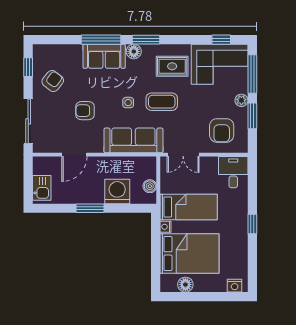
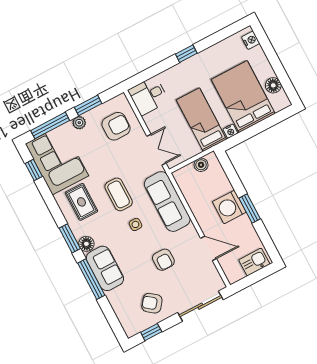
washing machine: (117, 191) -> (229, 207), moved

